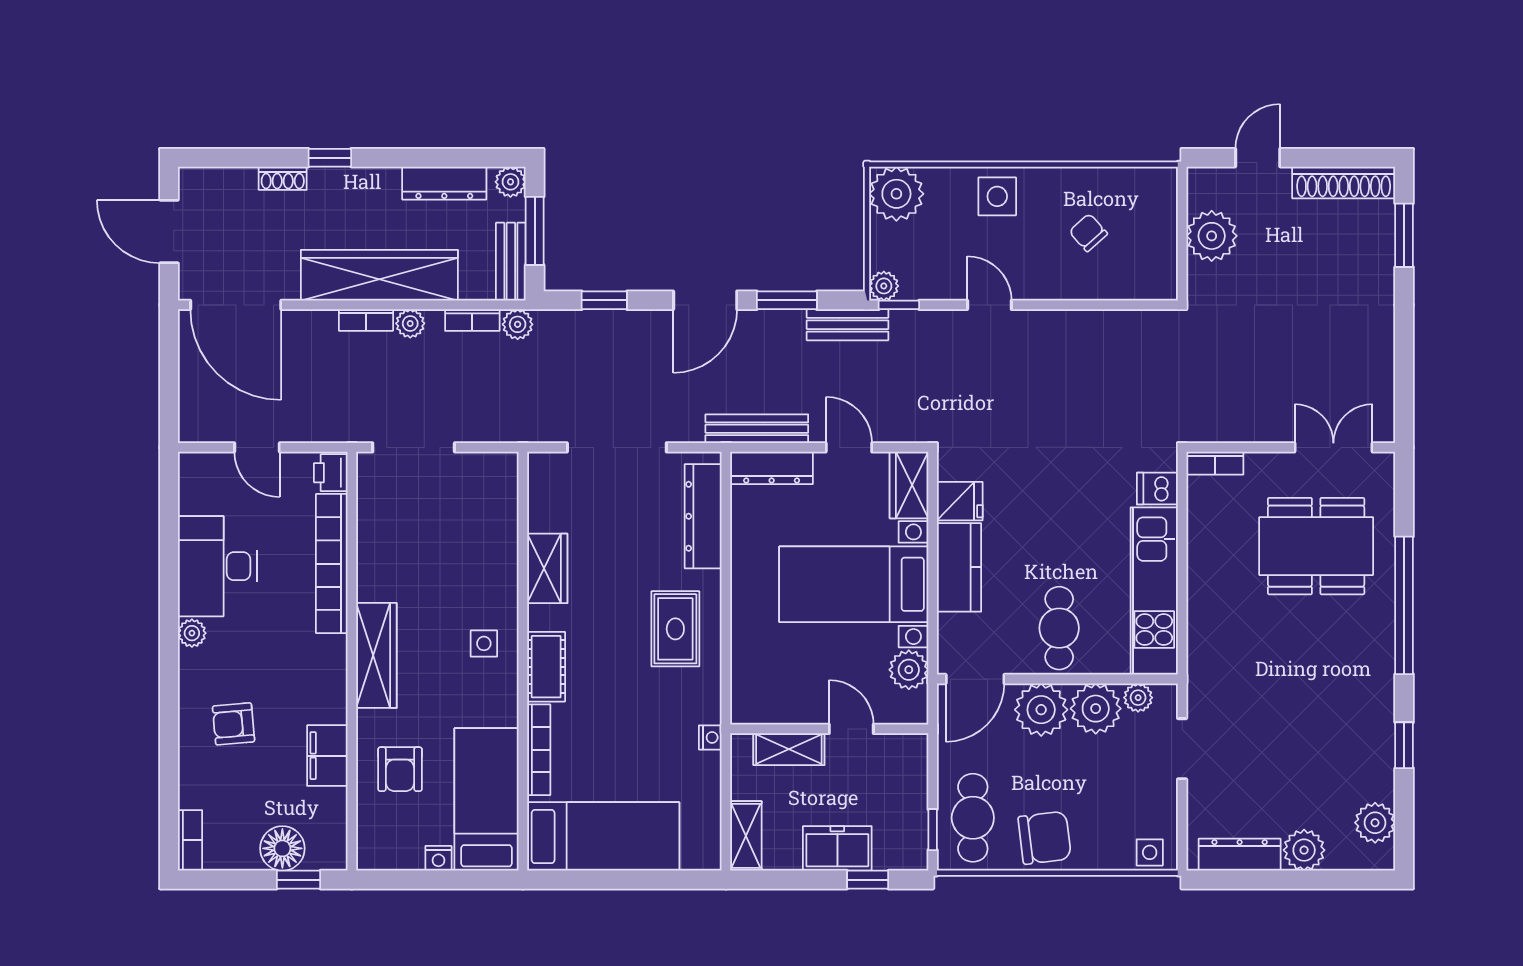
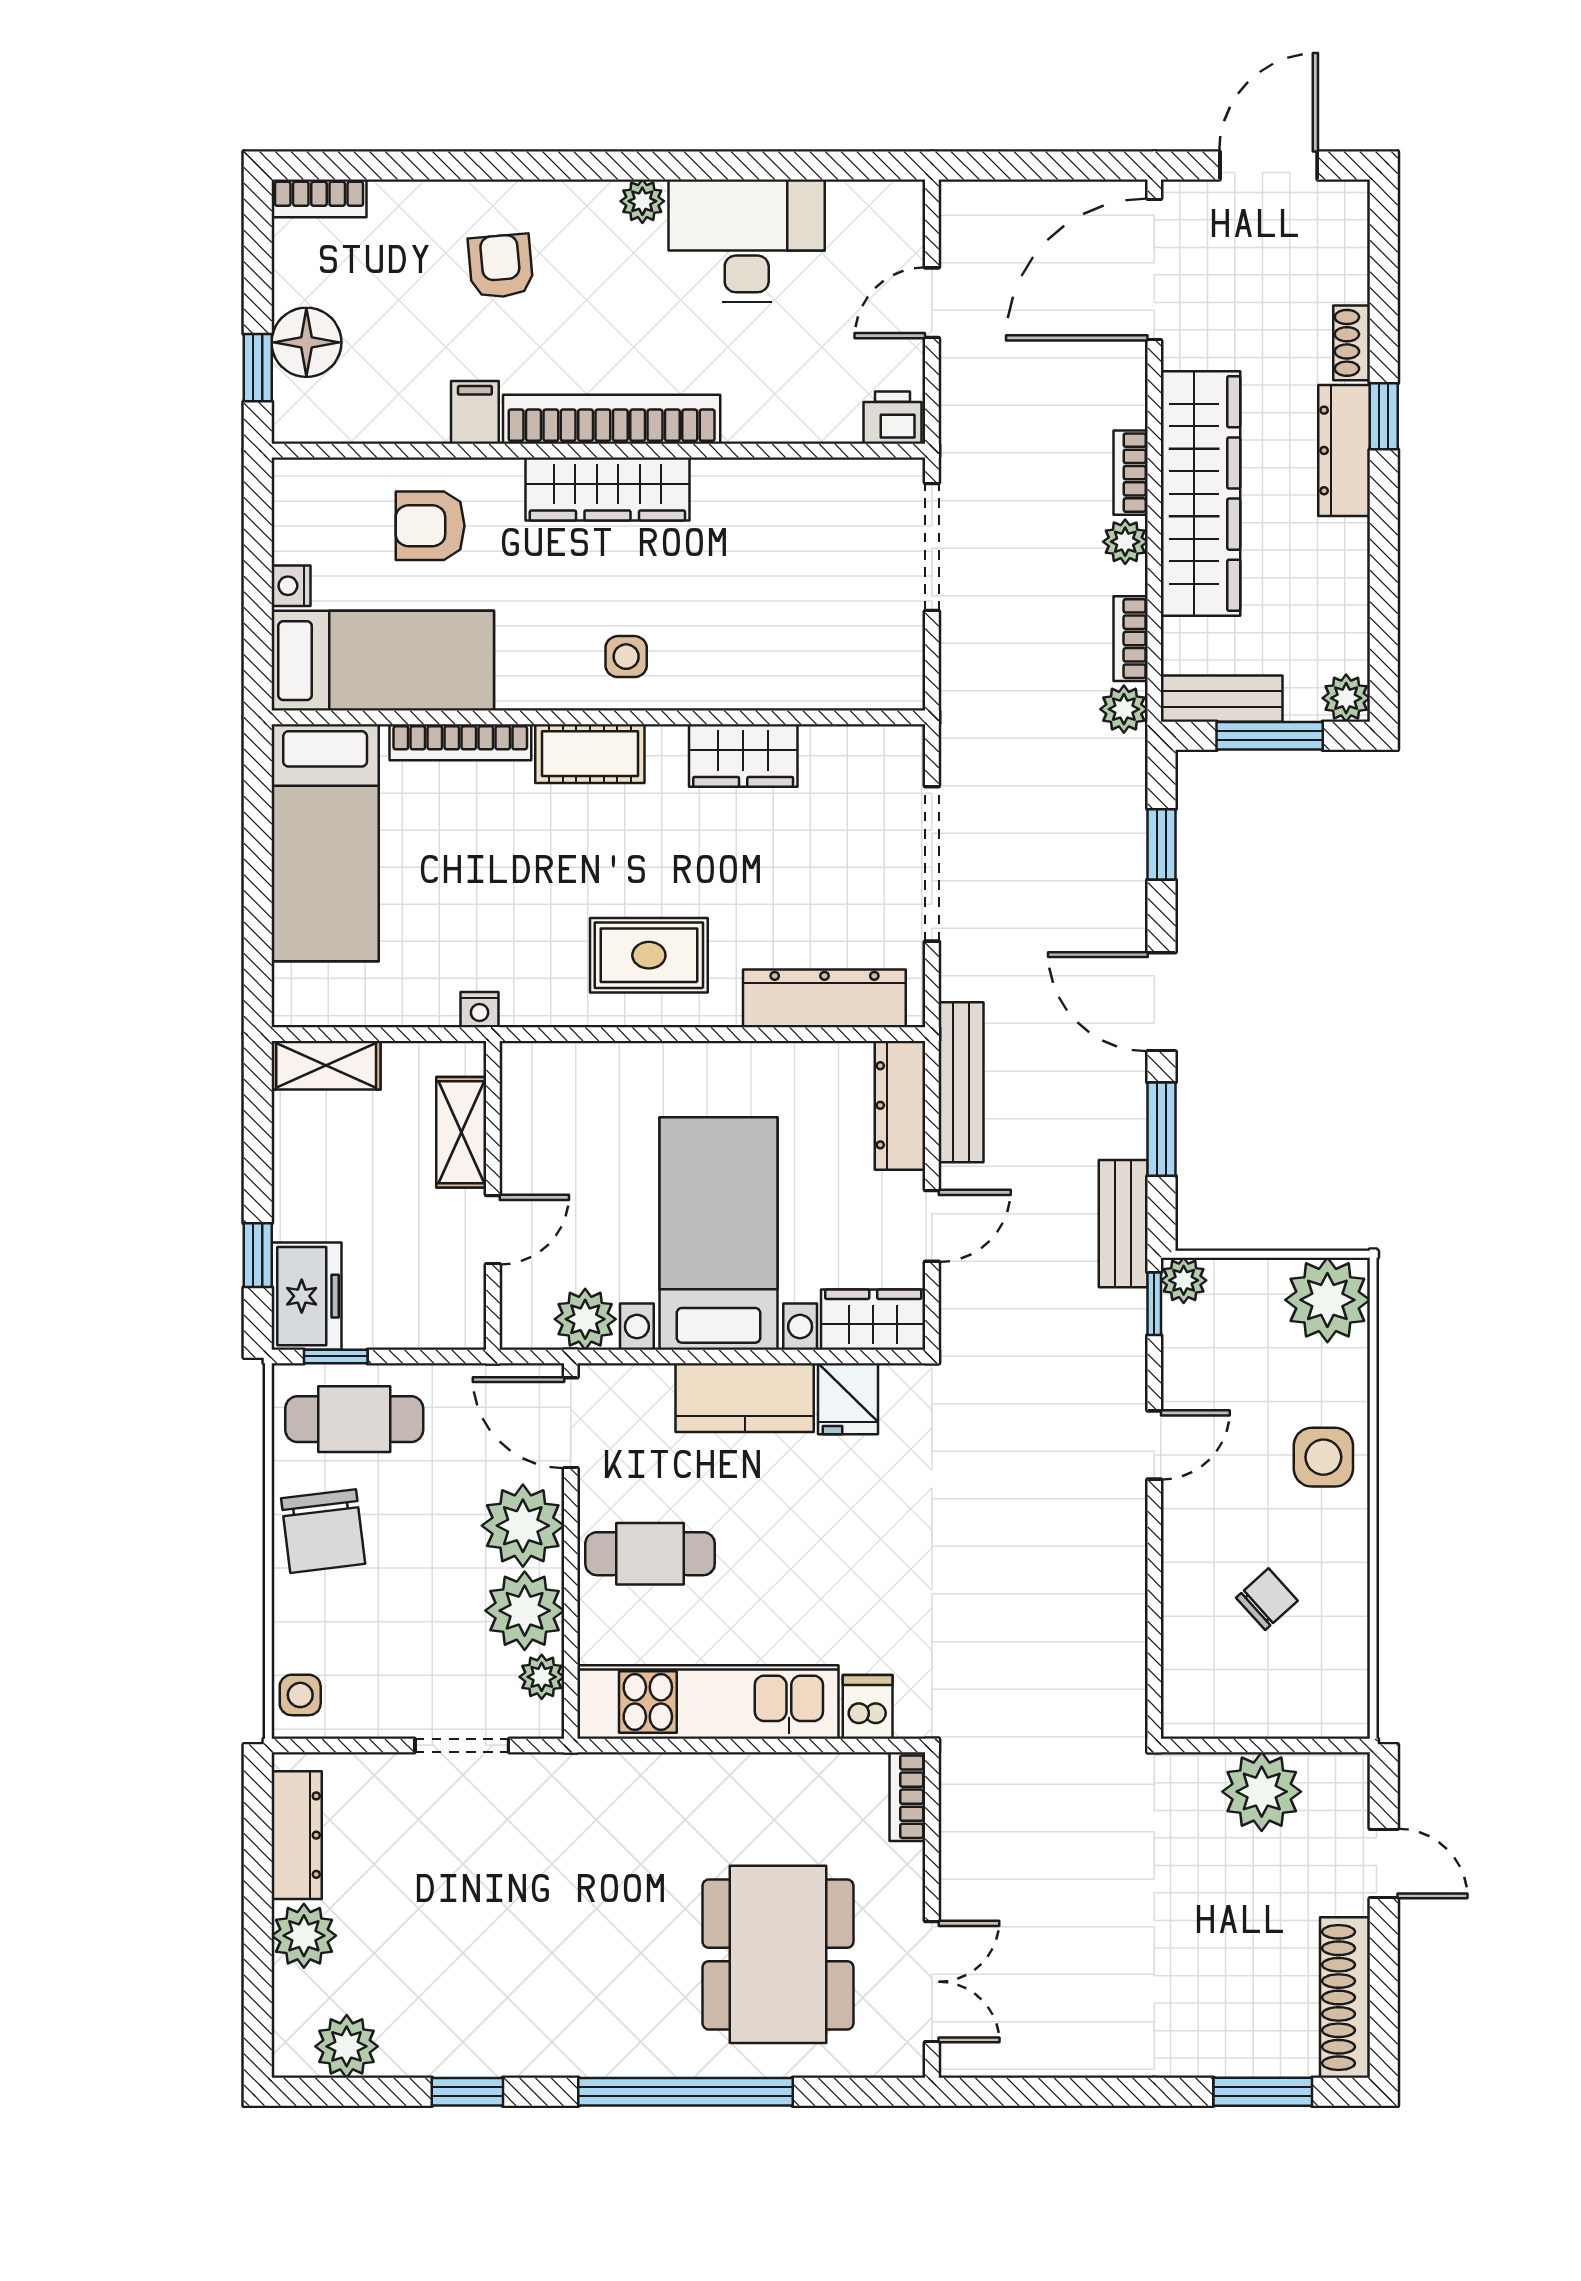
dresser: (444, 183) -> (1344, 450), moved
bookcase: (332, 564) -> (612, 419), moved
filing cabinet: (327, 756) -> (475, 412), width x0.50
freezer: (837, 848) -> (307, 1296), moved

